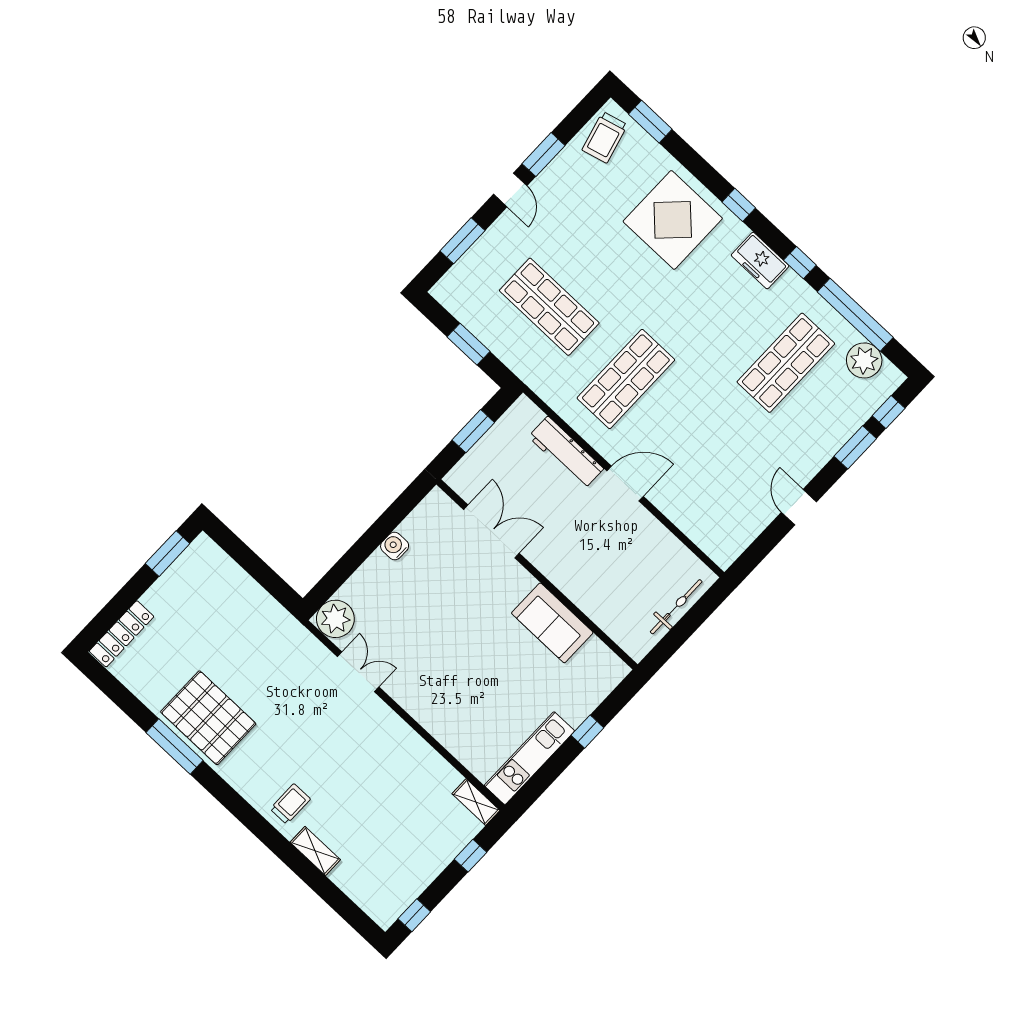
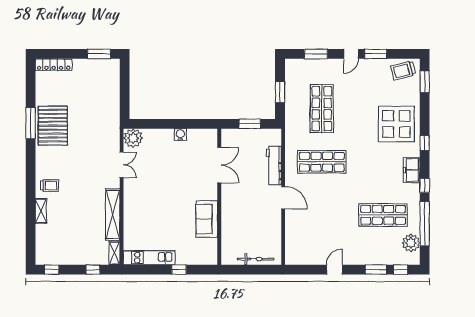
shelving: (418, 752) -> (113, 215), added

